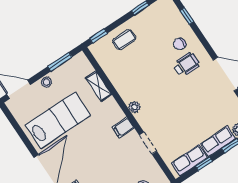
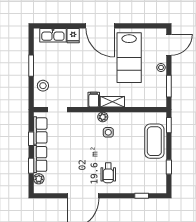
coffee table: (124, 40) -> (154, 141), width x1.86, depth x1.72
chair: (180, 44) -> (126, 178), removed
shelving: (99, 86) -> (112, 102), moved
side table: (146, 91) -> (108, 132), added
doorway: (148, 143) -> (57, 110), moved

